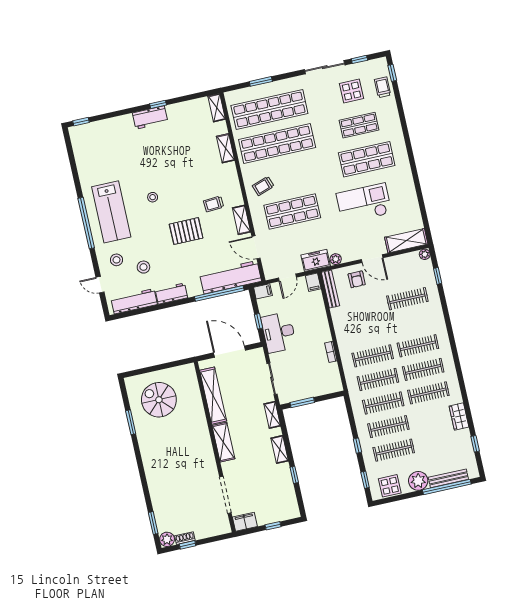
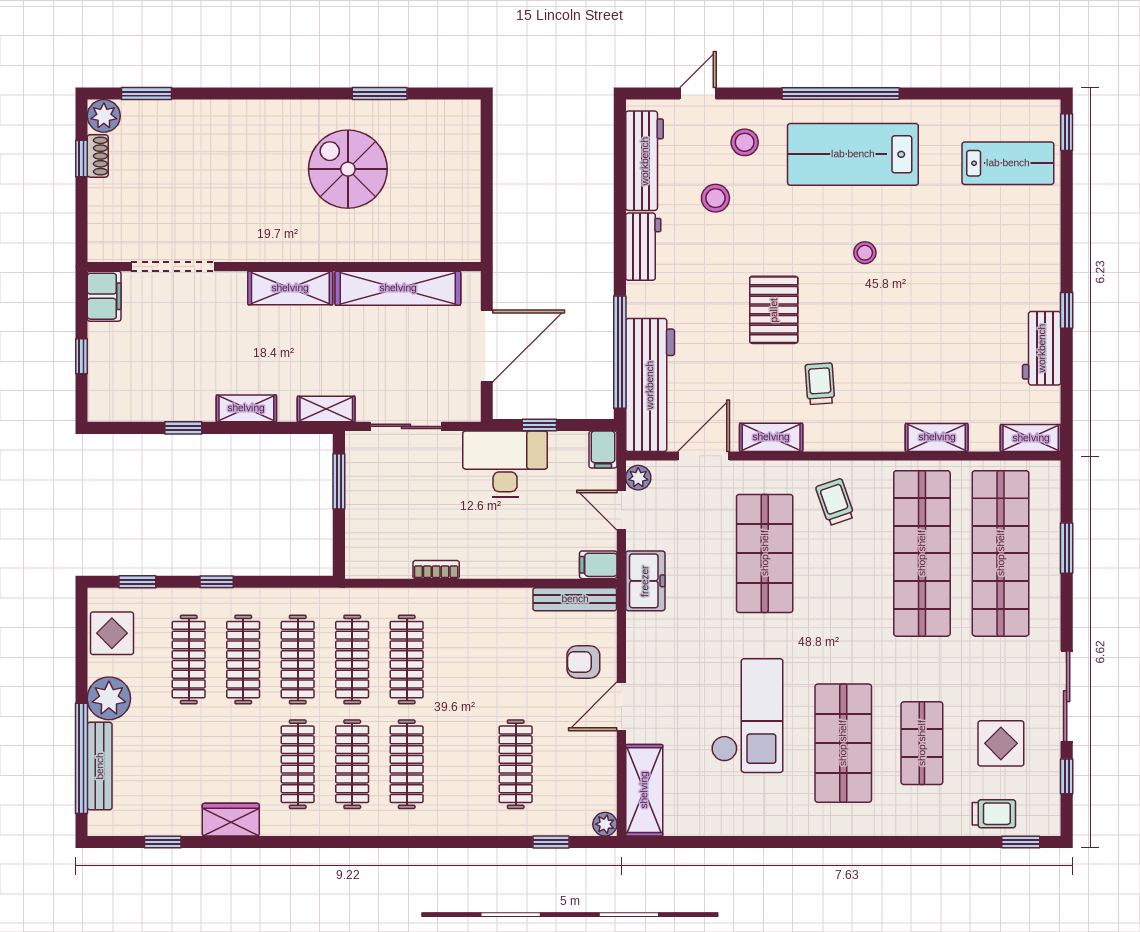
workbench: (150, 118) -> (1042, 348), moved
lab bench: (100, 144) -> (1008, 163), added
plant: (336, 259) -> (638, 478), moved
spiral stairs: (159, 400) -> (348, 169), moved, turned -90

